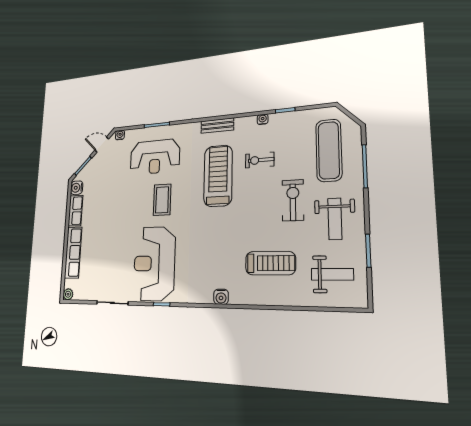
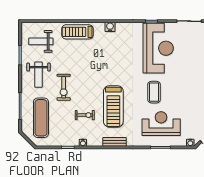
weight bench: (335, 219) -> (39, 75), turned 180
treadmill: (270, 263) -> (77, 32), moved

